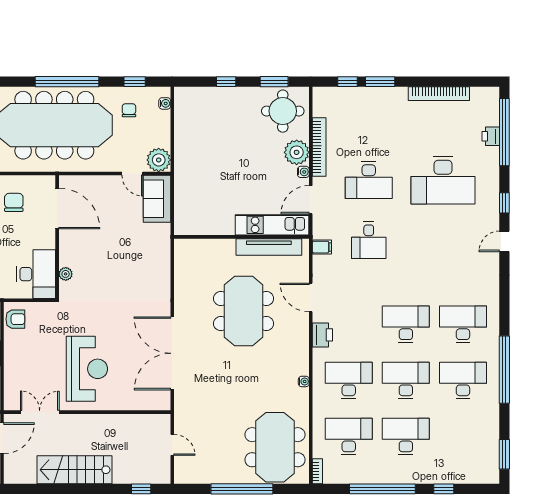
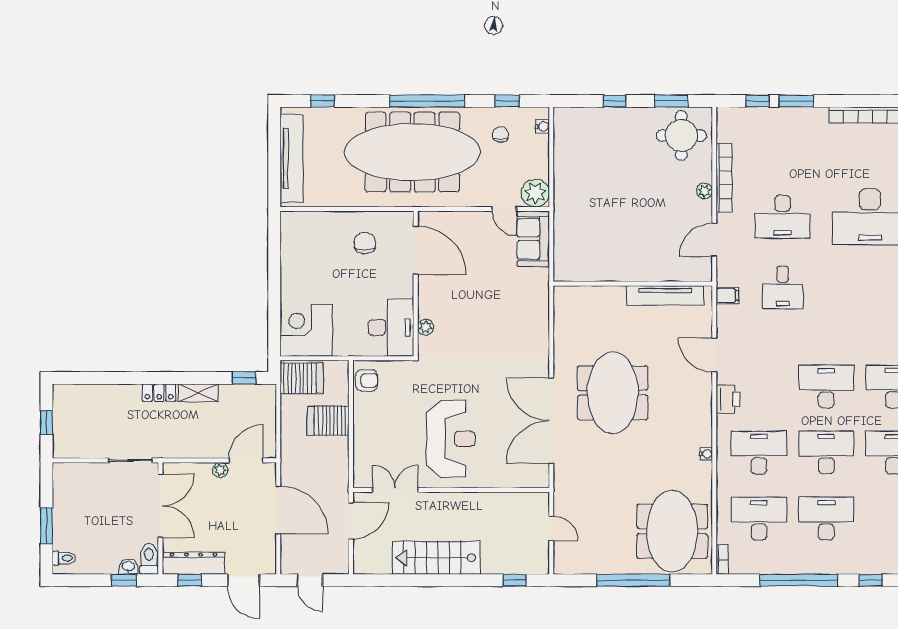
plant: (297, 152) -> (704, 191), width x0.53, depth x0.53
water cooler: (303, 172) -> (706, 207), removed
kitchen unit: (272, 225) -> (669, 269), removed
meeting table: (244, 311) -> (613, 393), moved

